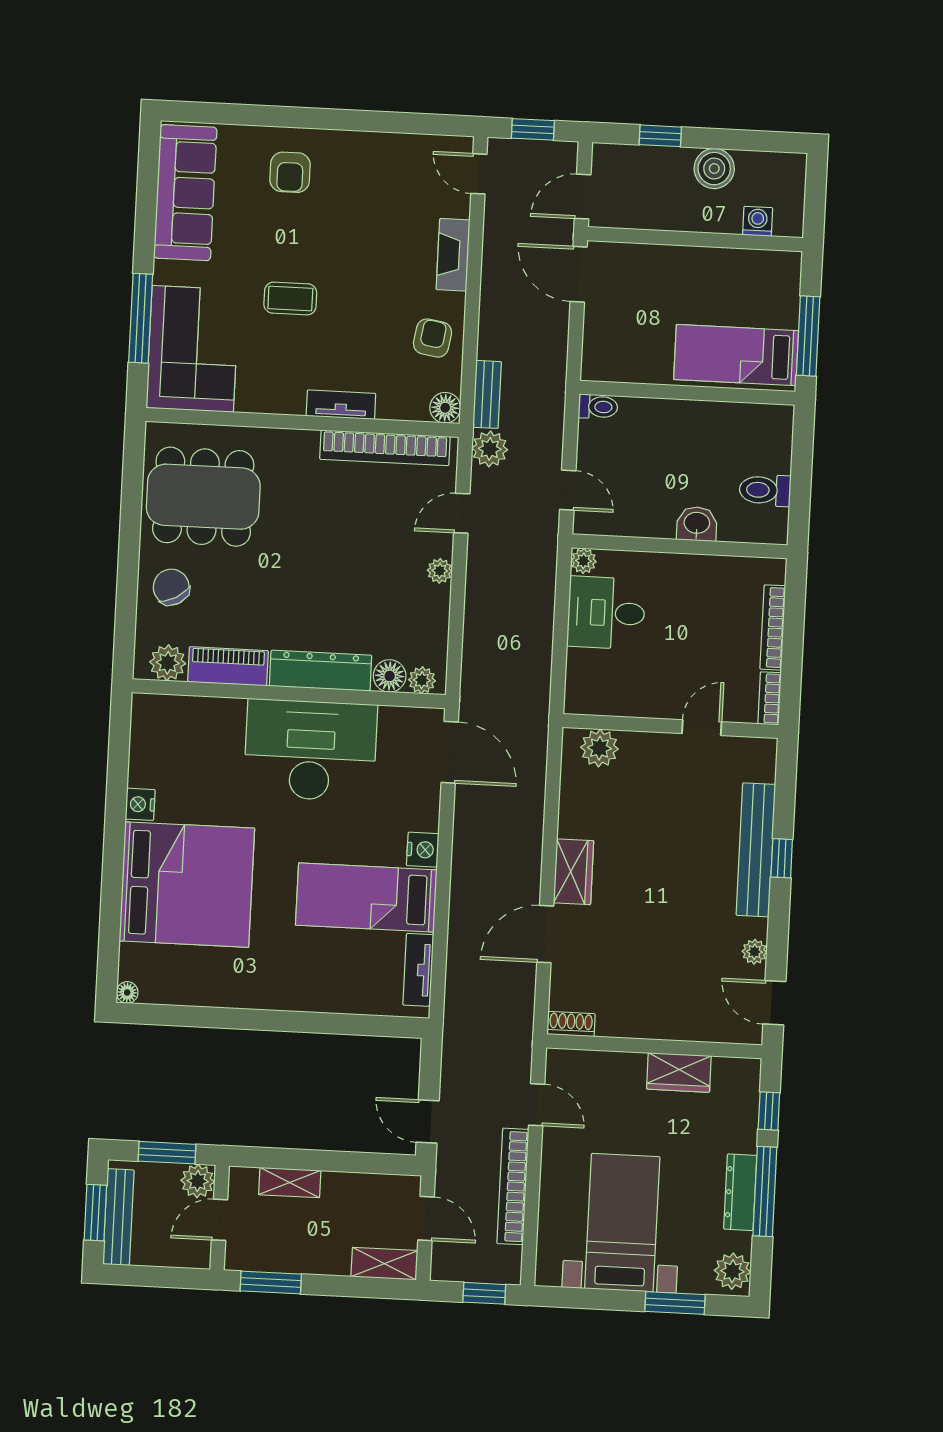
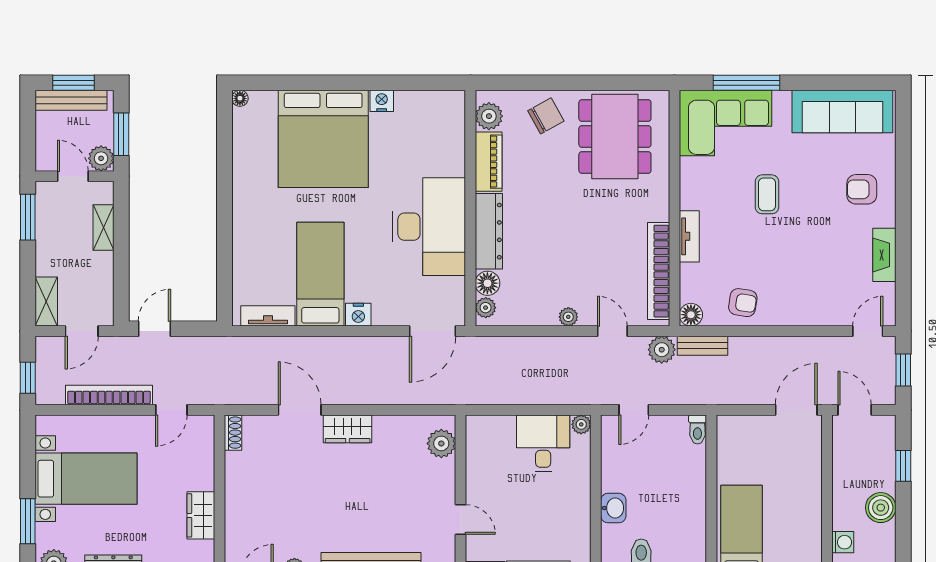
fireplace: (453, 255) -> (884, 255), moved, turned -90

